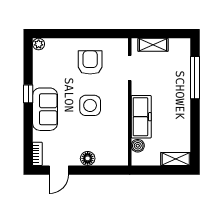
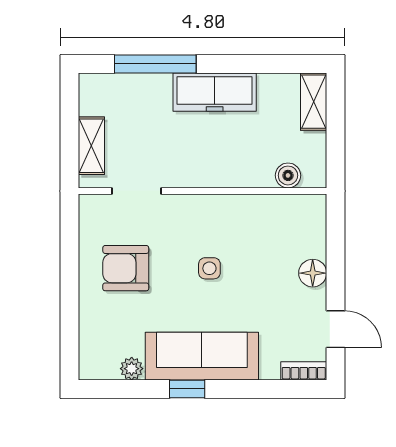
plant: (39, 44) -> (132, 369), moved
side table: (90, 105) -> (209, 268), width x0.54, depth x0.54
sofa: (45, 109) -> (202, 356), width x1.36
freezer: (141, 117) -> (215, 92), moved, turned 180

